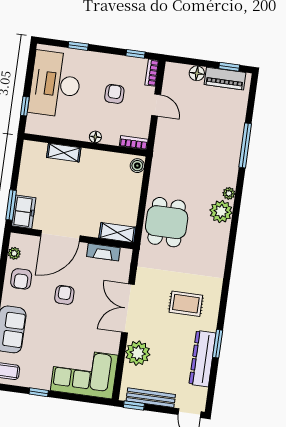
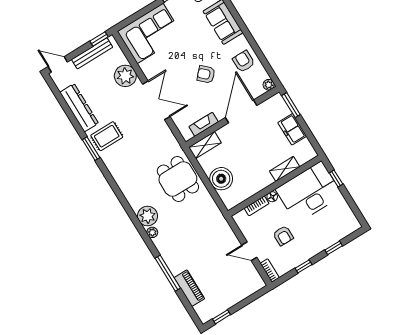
window: (136, 54) -> (304, 266), moved
floor lamp: (197, 73) -> (240, 295), removed
piano: (225, 79) -> (189, 288), moved, turned 90
desk: (55, 84) -> (309, 192), moved, turned -90
bookcase: (134, 143) -> (257, 206), moved
boiler: (137, 166) -> (221, 179), moved, width x1.86, depth x1.86
freezer: (24, 212) -> (292, 129), moved
plant: (14, 253) -> (269, 85), moved
armchair: (64, 295) -> (206, 74), turned 133
rug: (186, 304) -> (107, 136), moved
window: (218, 344) -> (91, 149), moved

